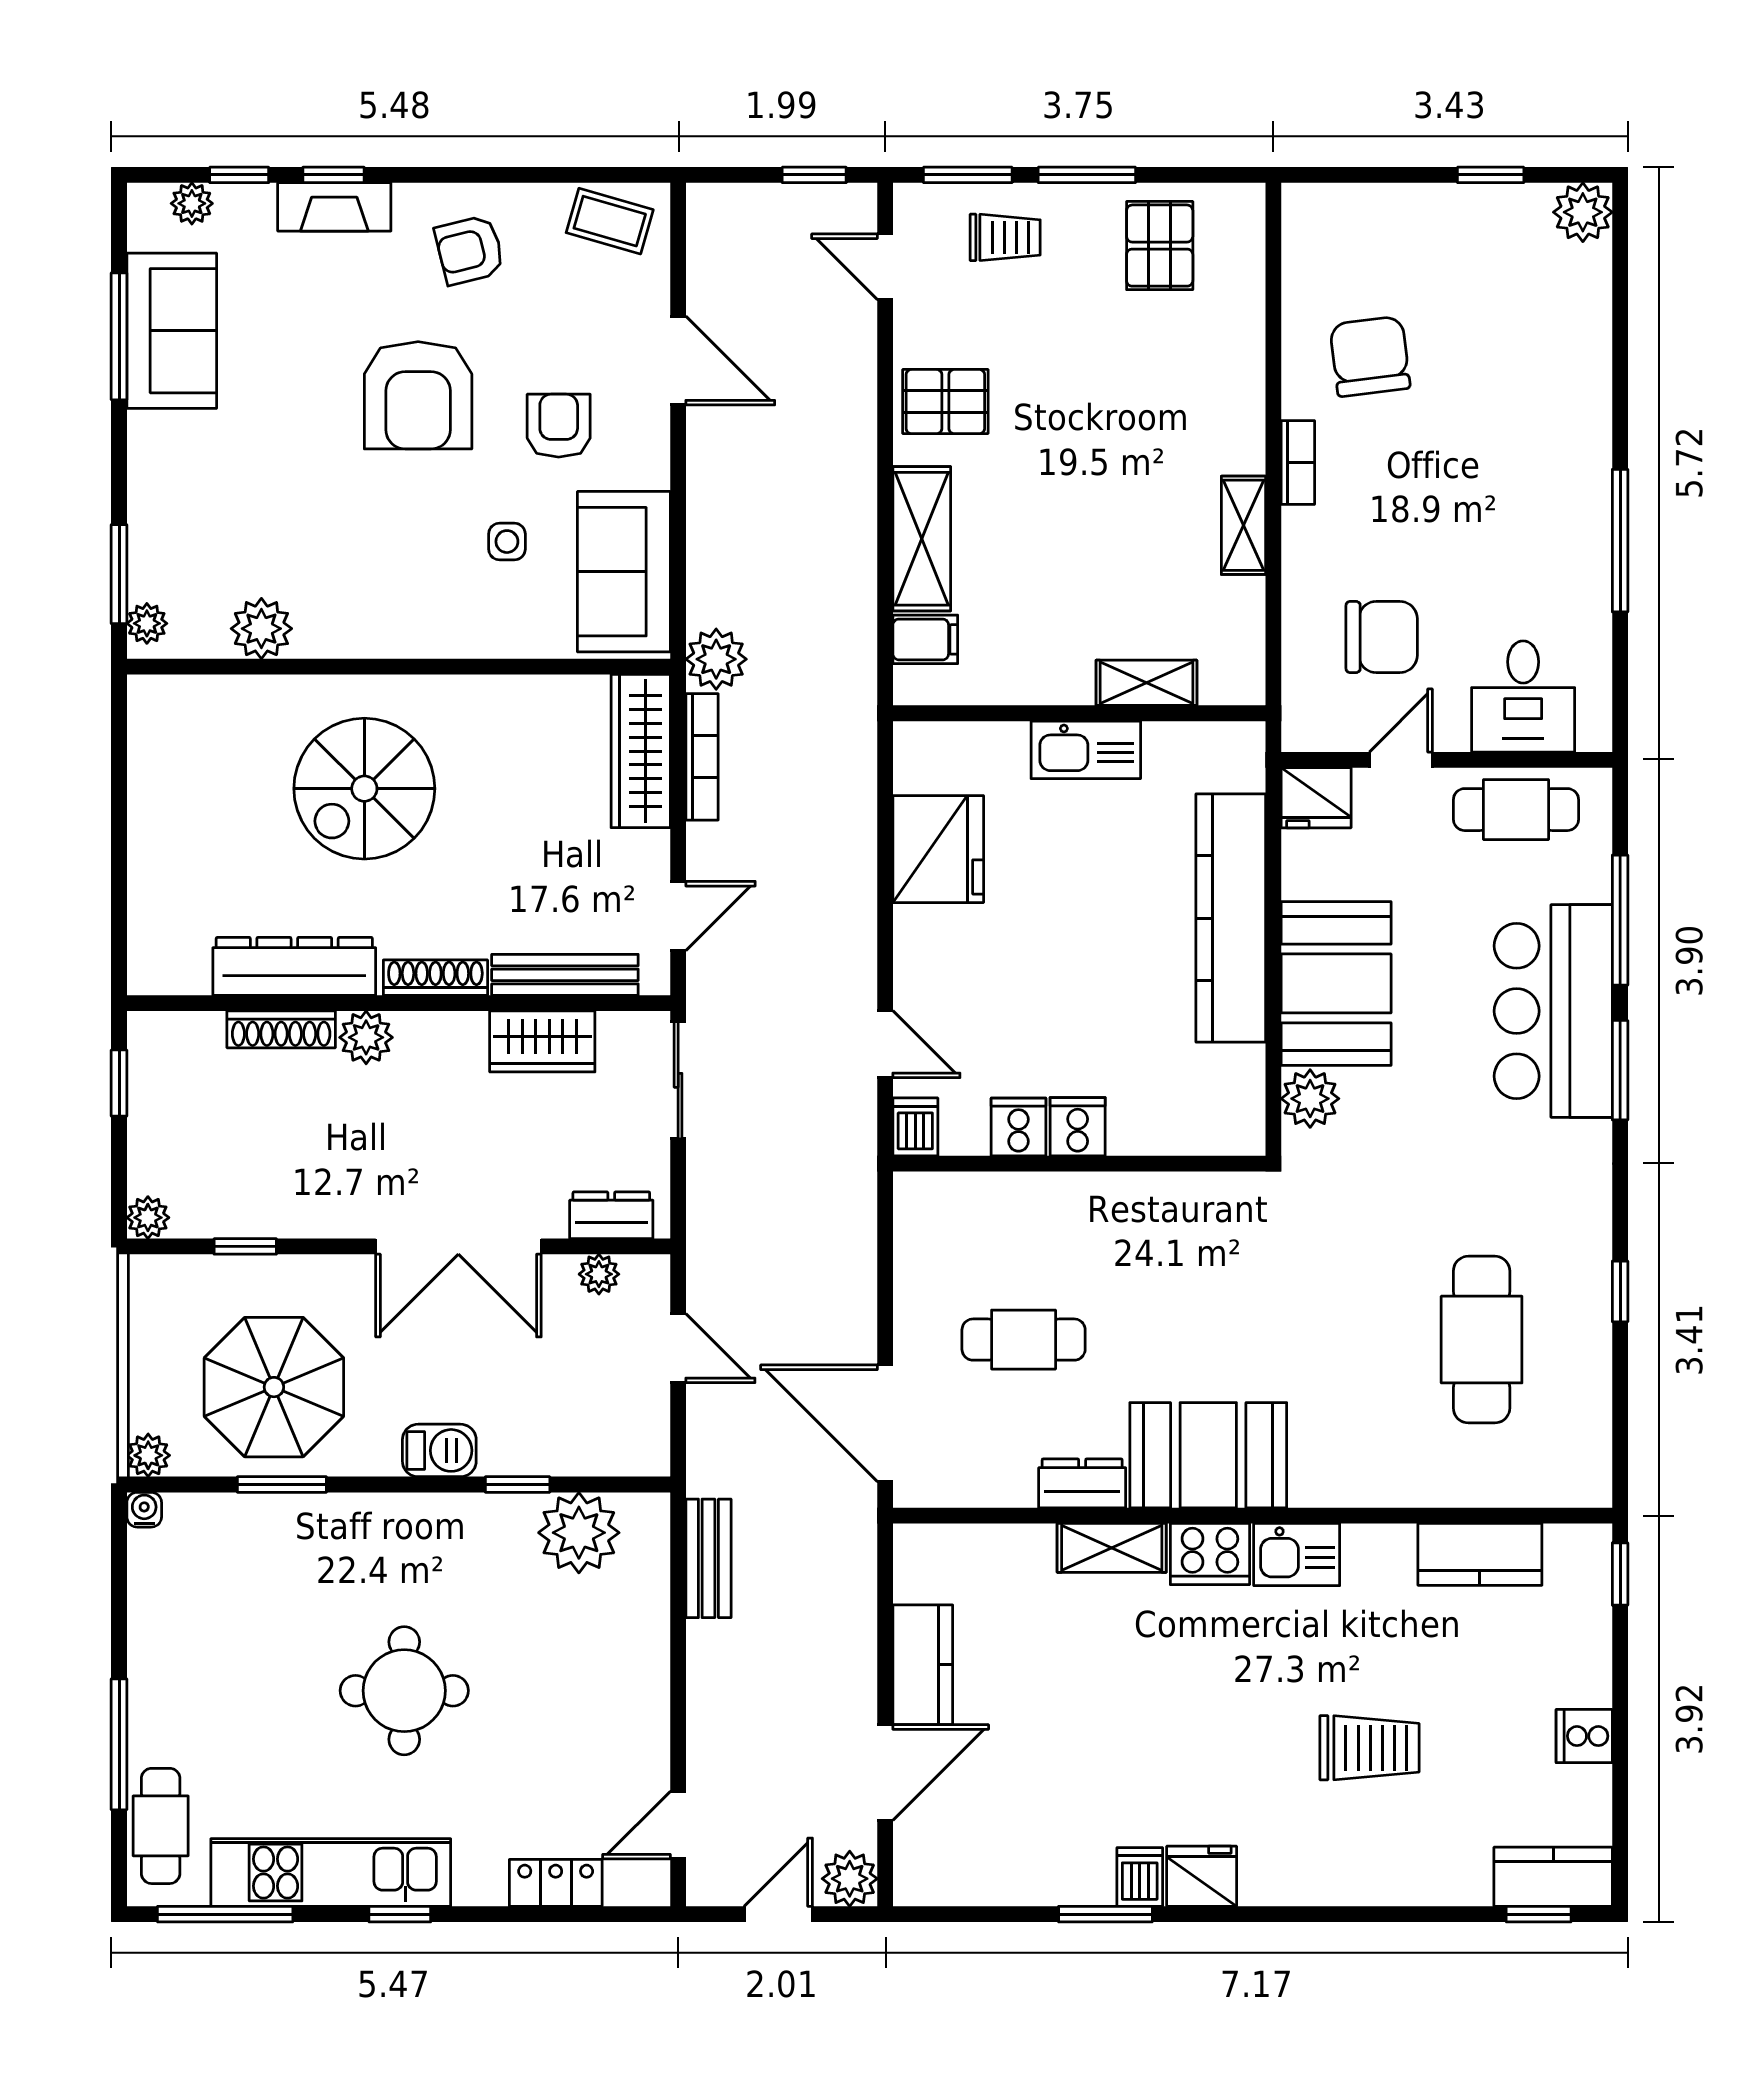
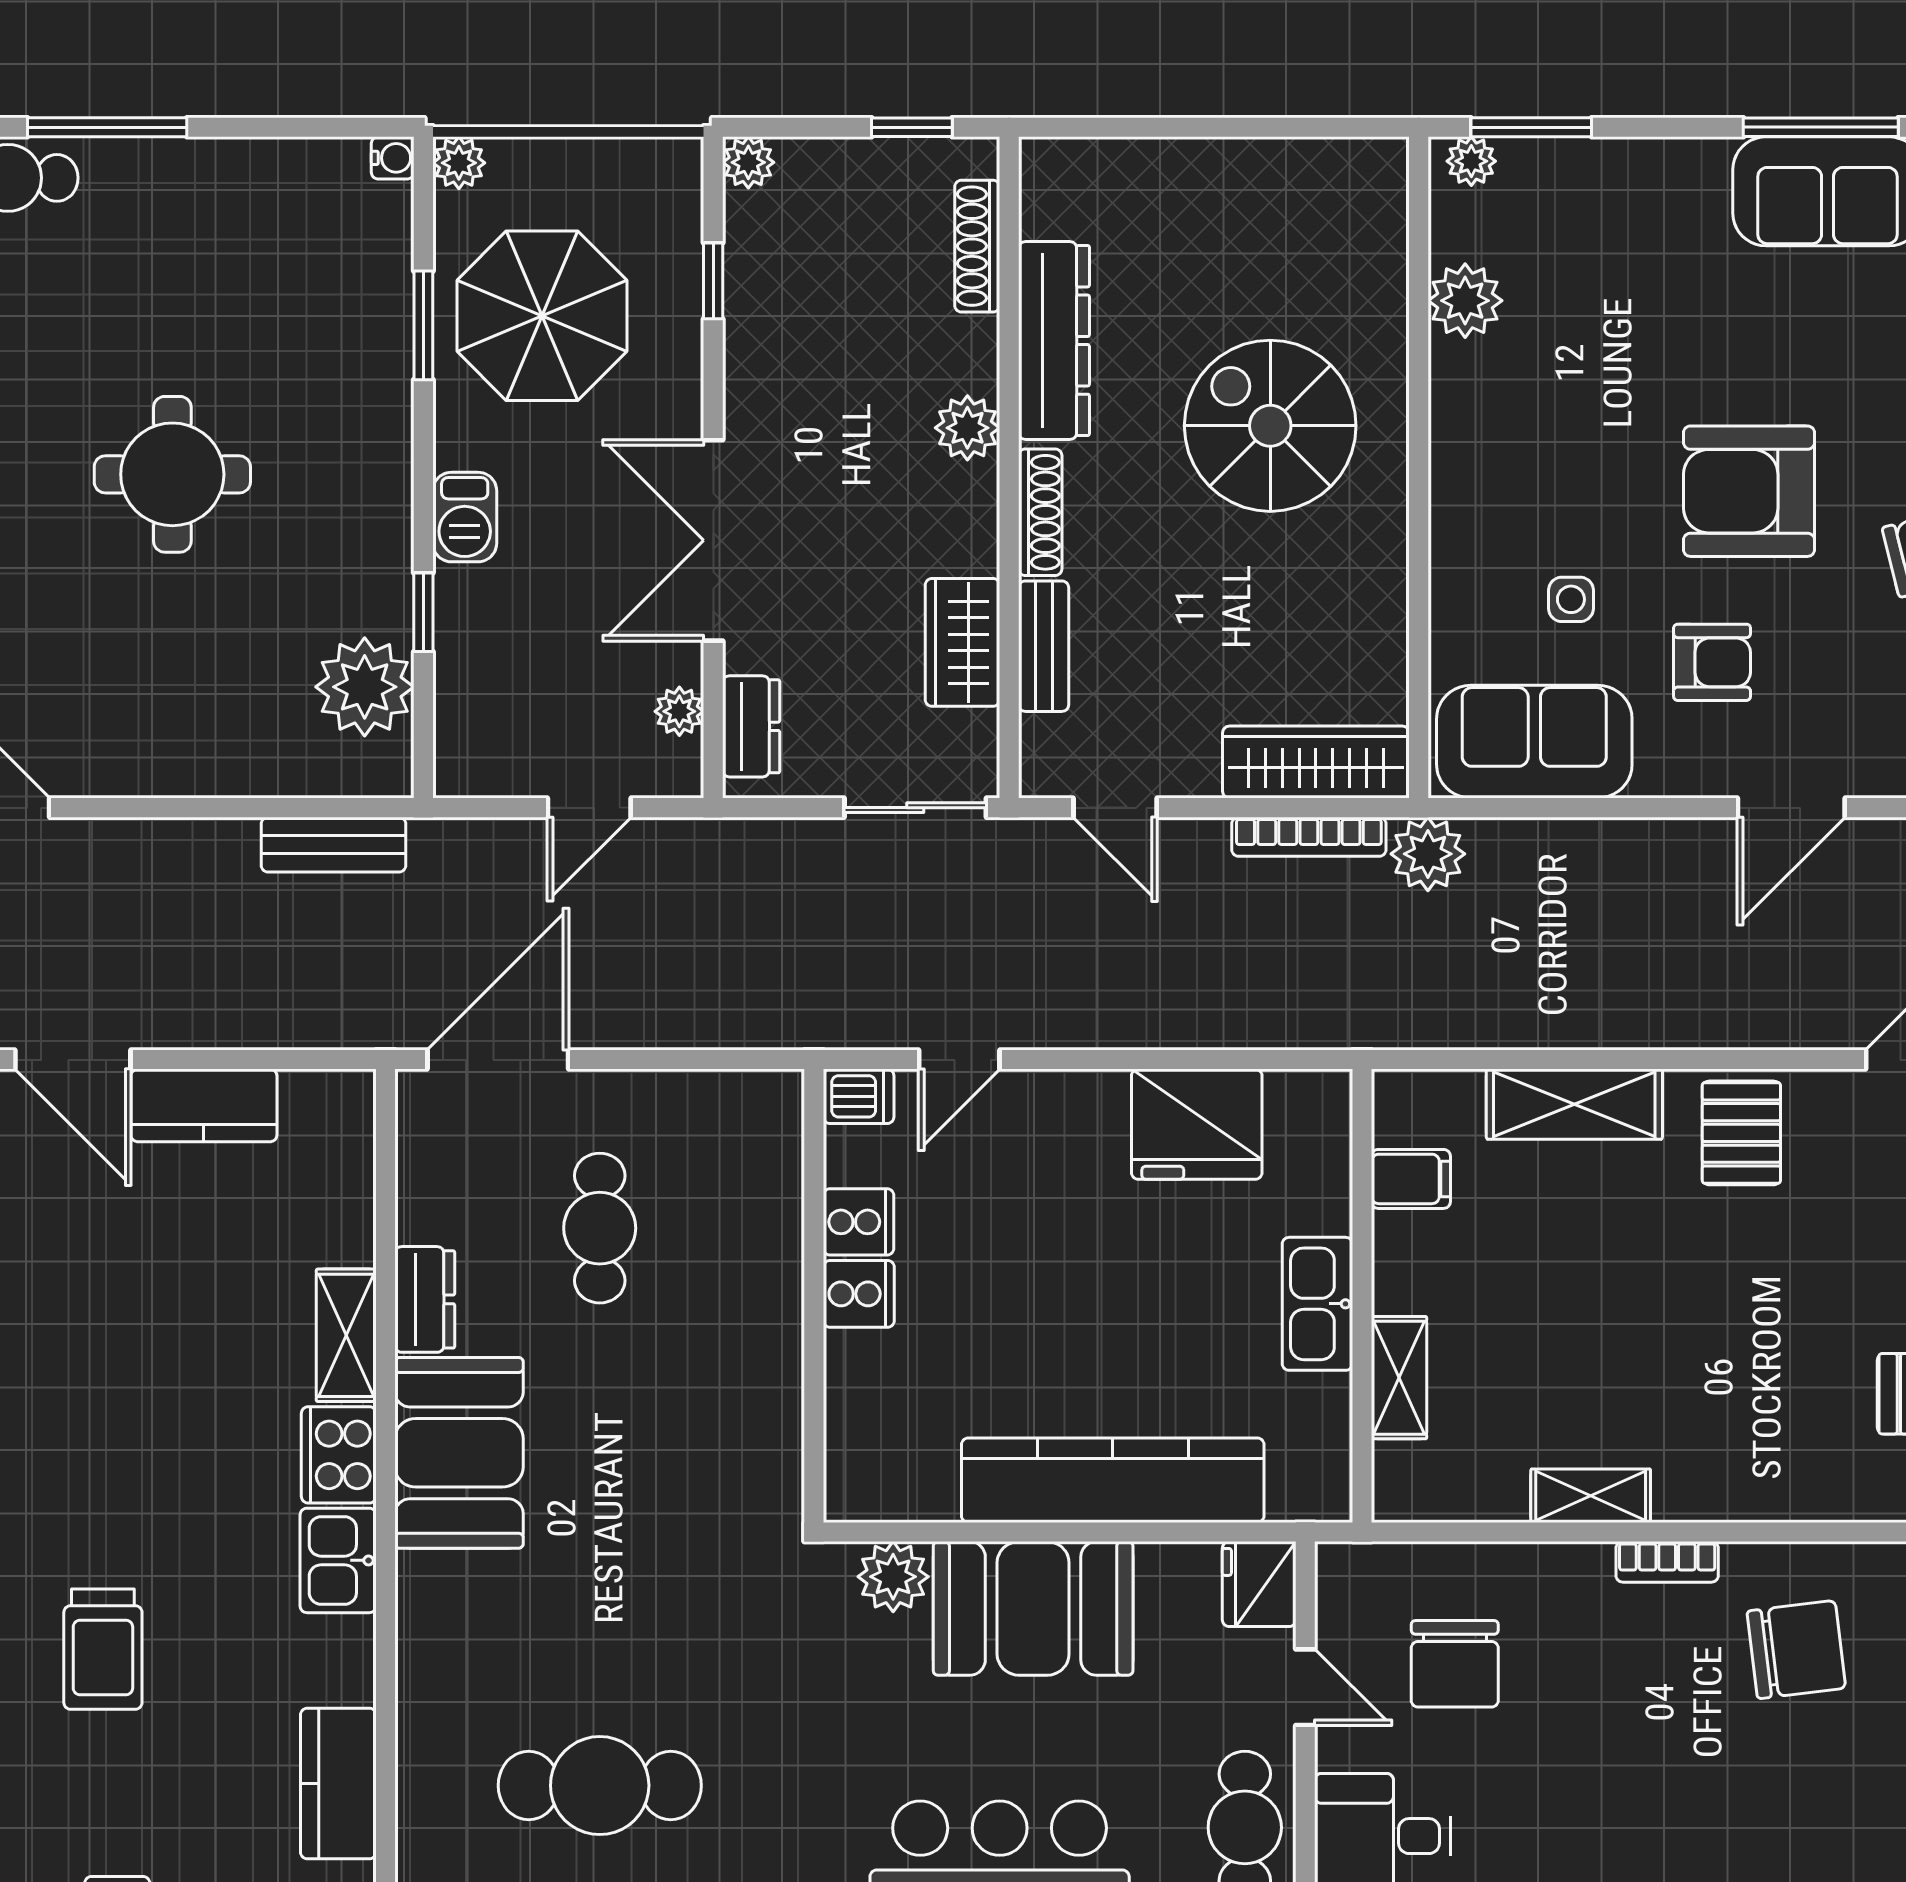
filing cabinet: (925, 639) -> (1411, 1179), moved, turned -90
bench: (565, 975) -> (1044, 646), width x0.73
shoe rack: (281, 1029) -> (977, 246), moved

